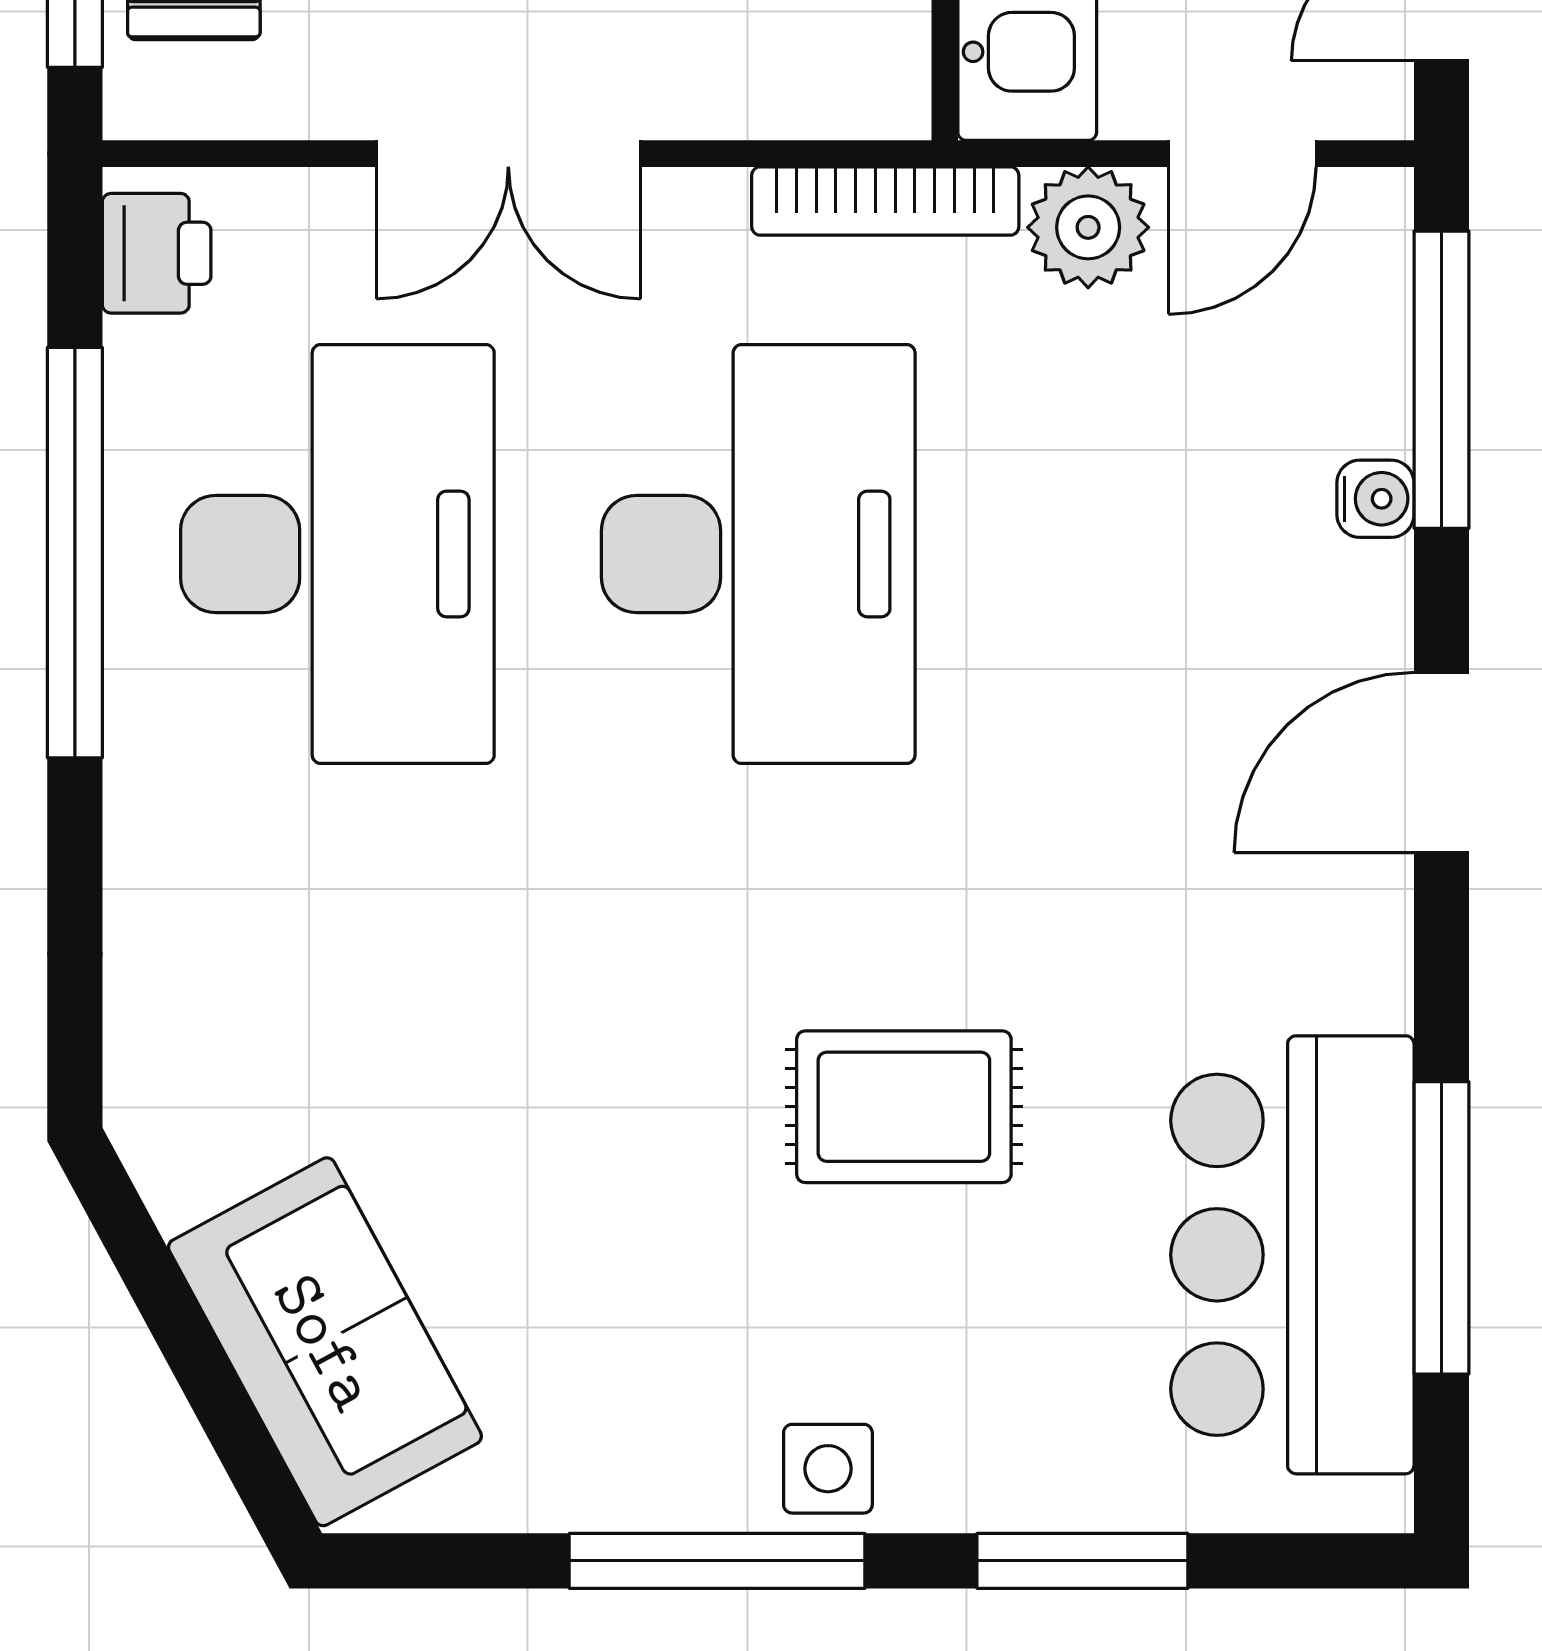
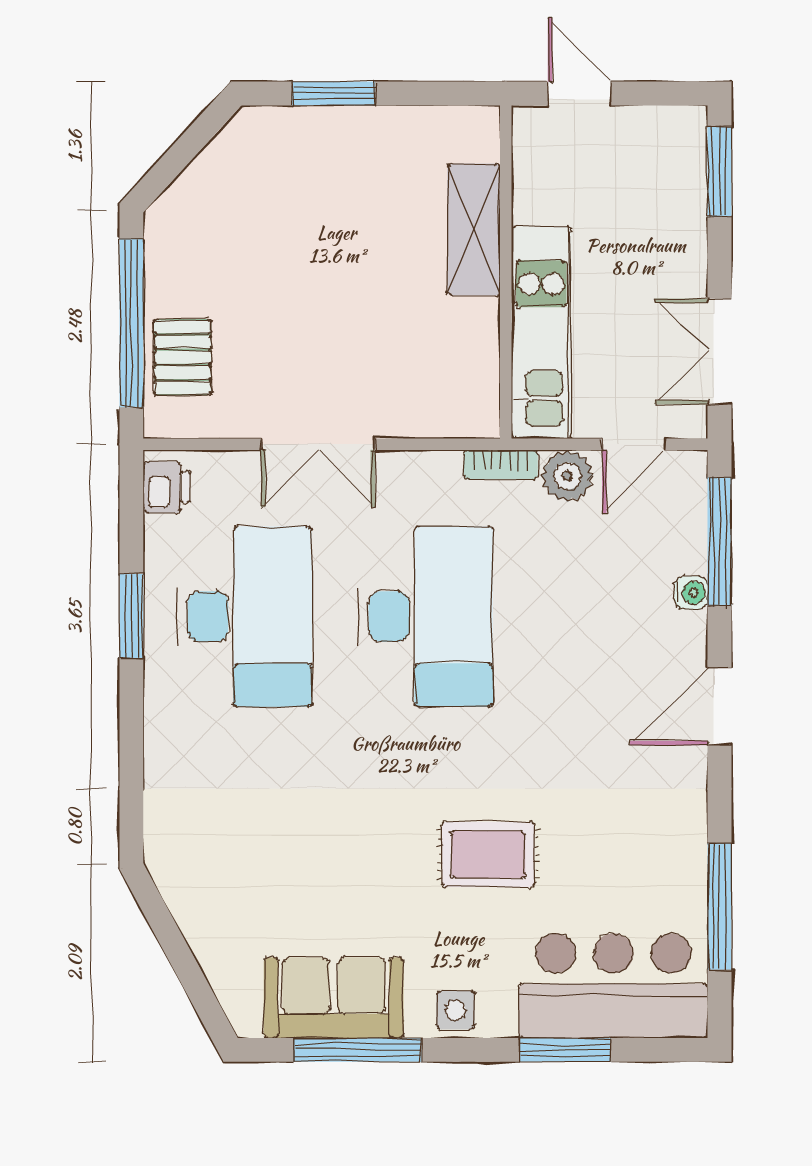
bookcase: (885, 201) -> (501, 465), width x0.64
window: (75, 553) -> (131, 616), width x0.47
bar counter: (1292, 1255) -> (613, 986), moved, turned 90
sofa: (325, 1342) -> (334, 998), moved, turned -62
window: (717, 1561) -> (357, 1050), moved

